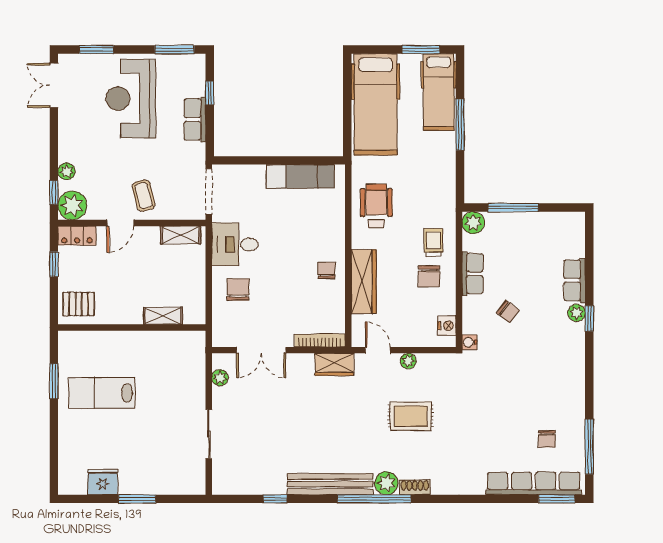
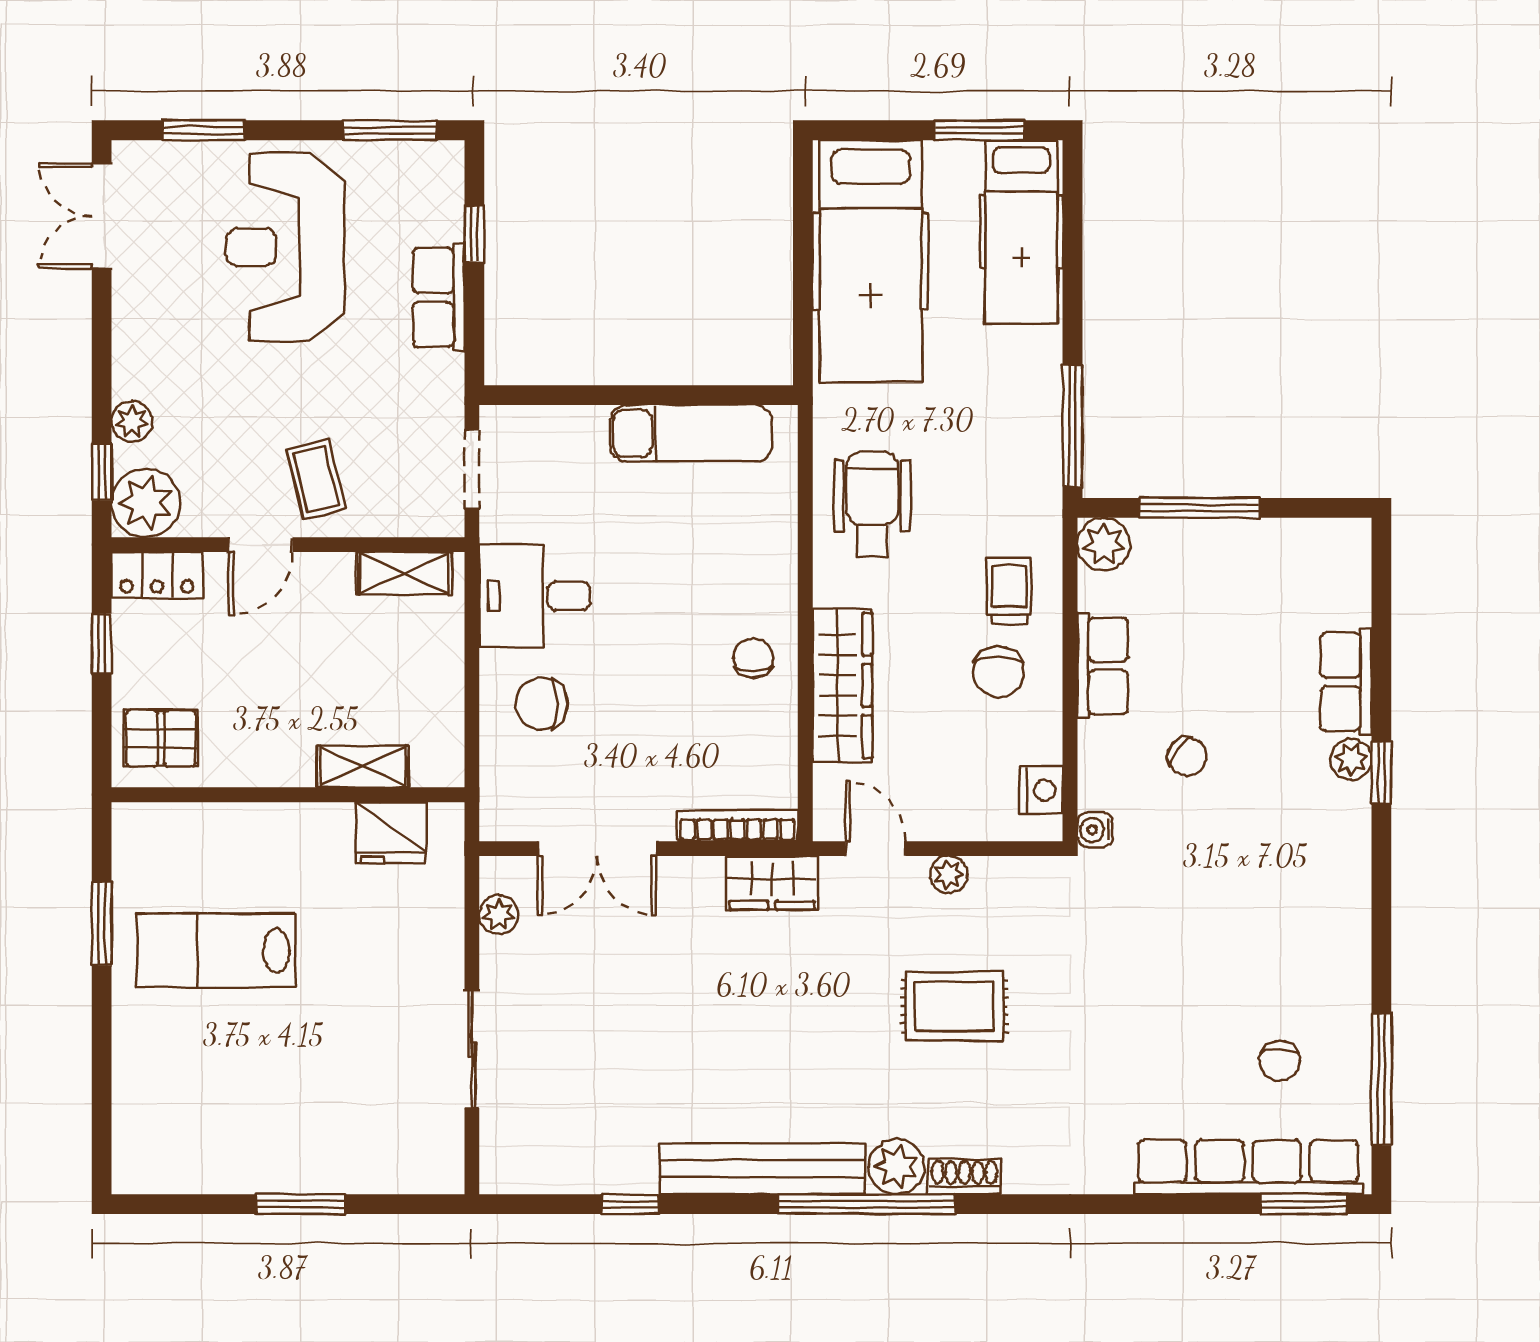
window: (460, 125) -> (1073, 426), moved
doorway: (209, 191) -> (472, 469), width x0.73
chair: (238, 289) -> (542, 704), turned -90
fridge: (103, 482) -> (391, 833), moved, turned 180

